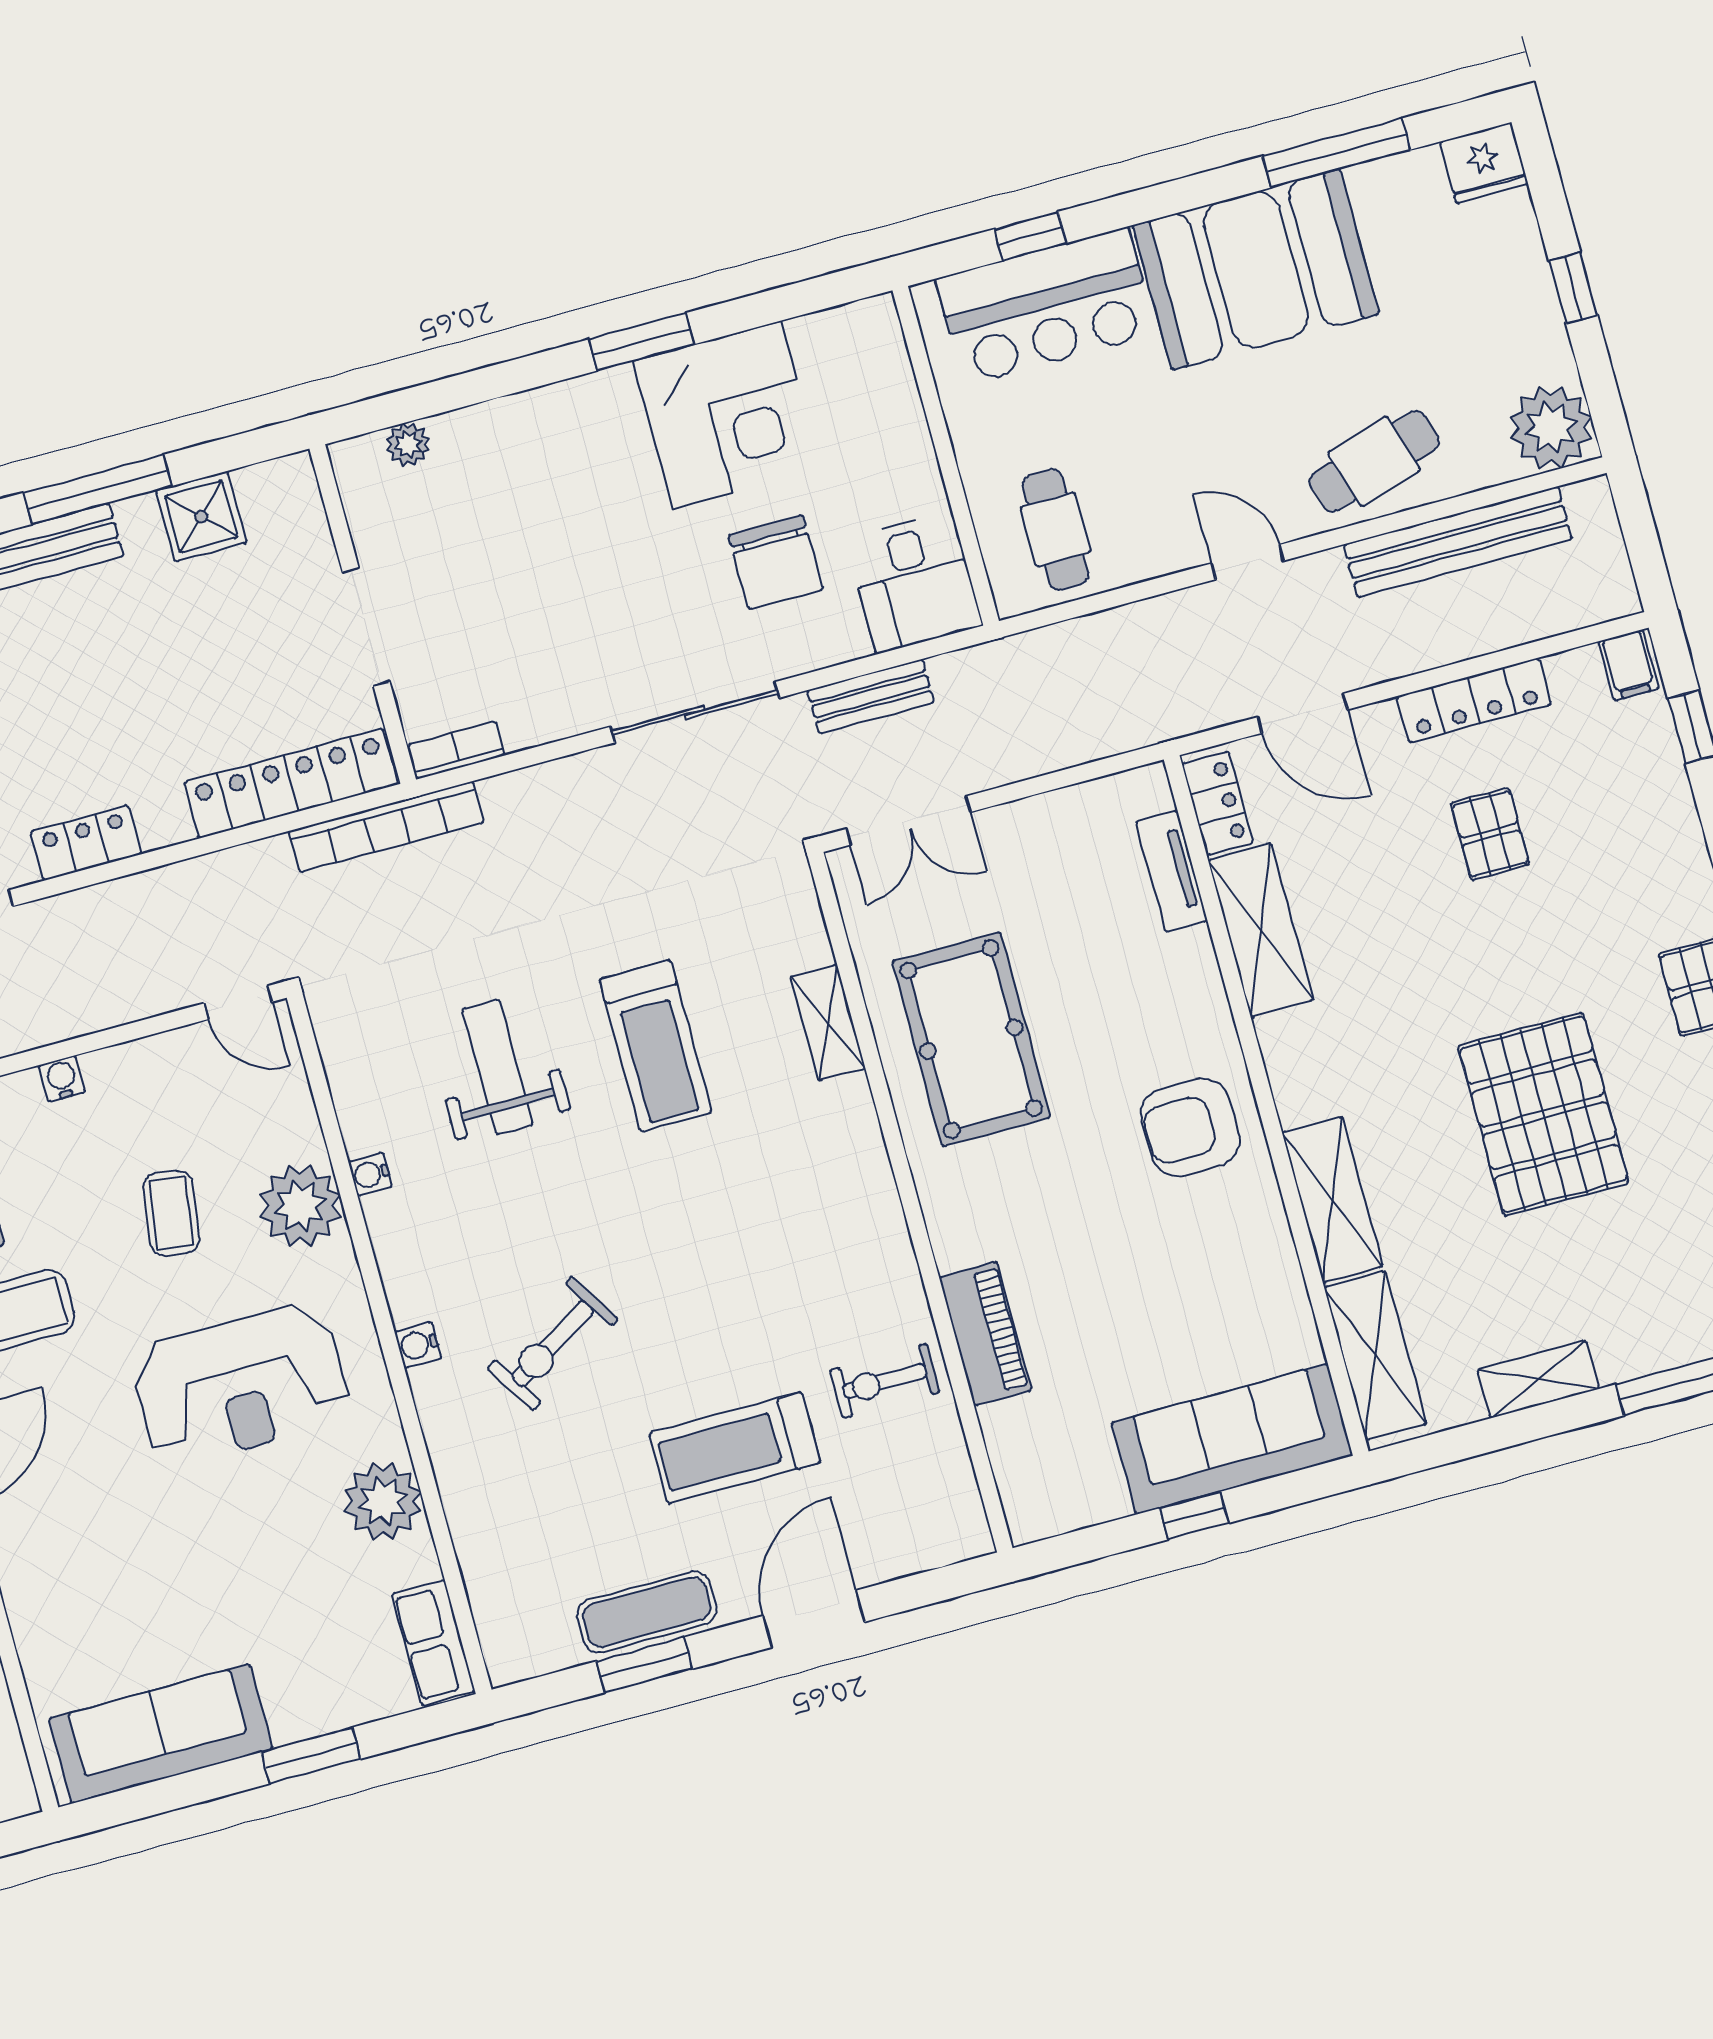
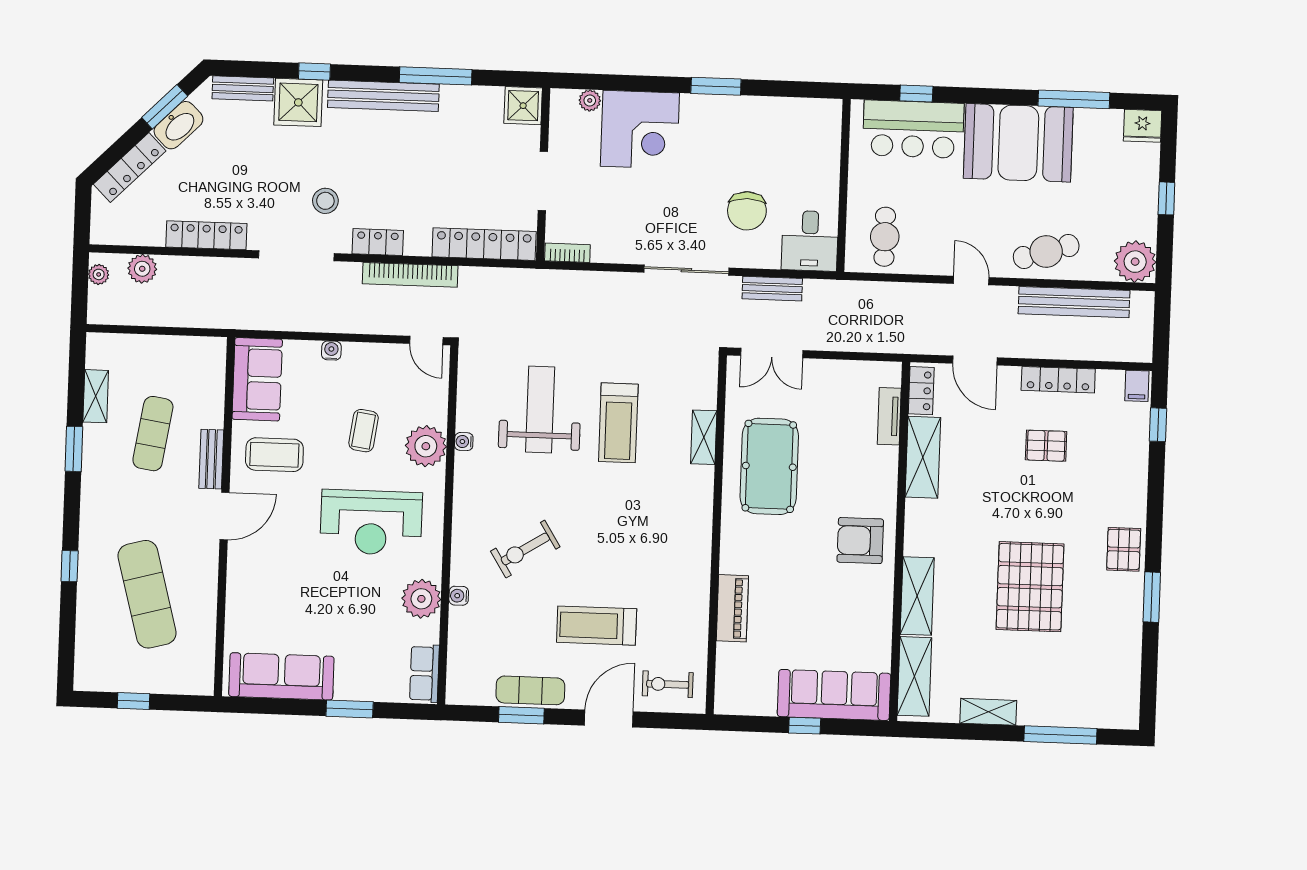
corner desk: (727, 415) -> (640, 130), moved
shower: (201, 517) -> (523, 106), moved
bookcase: (386, 827) -> (410, 275), moved
pallet: (1490, 834) -> (1046, 446), turned 90
weight bench: (498, 1067) -> (540, 409), width x1.36, depth x1.33
water cooler: (418, 1345) -> (459, 596), moved
exercise bike: (885, 1381) -> (668, 684), moved

